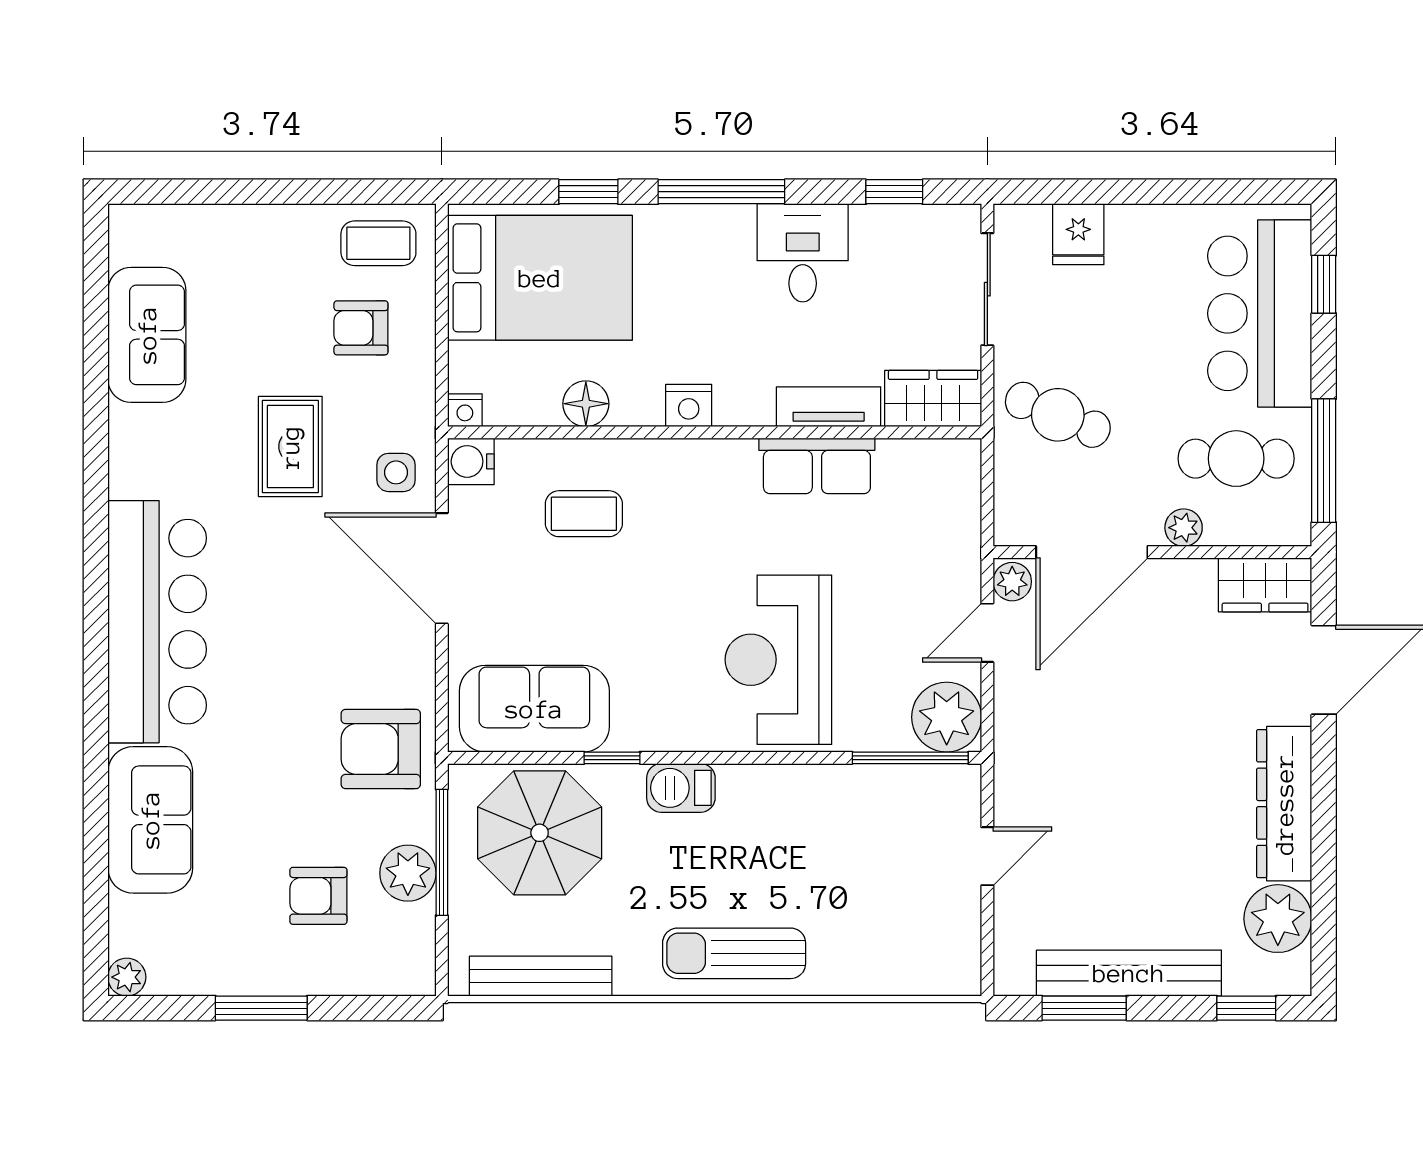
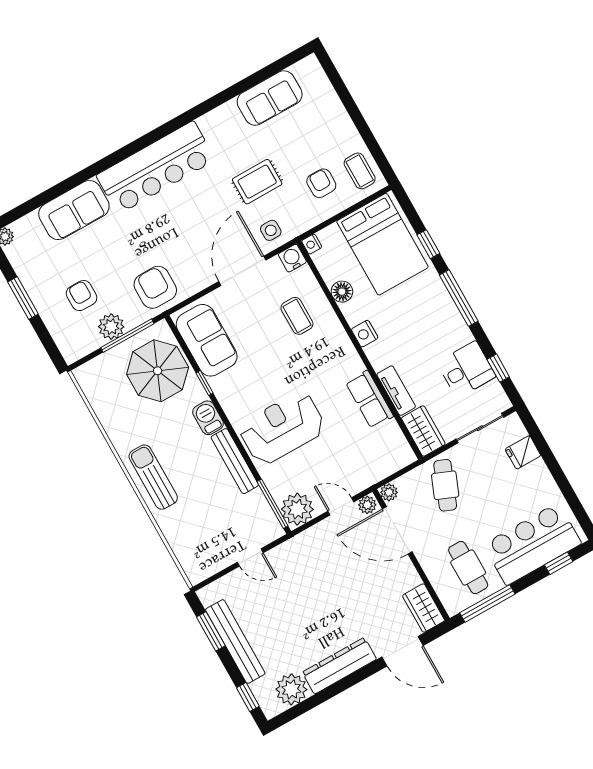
desk: (803, 253) -> (466, 369), moved
plant: (1184, 528) -> (389, 492), moved
bench: (541, 976) -> (235, 461), moved

